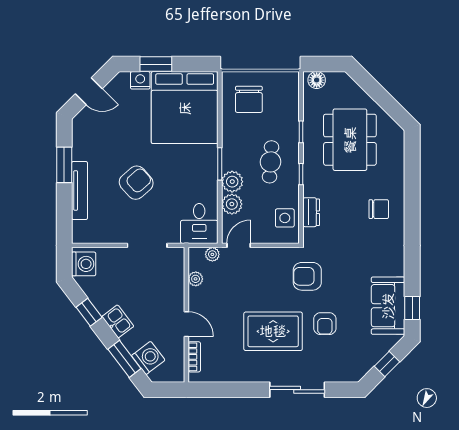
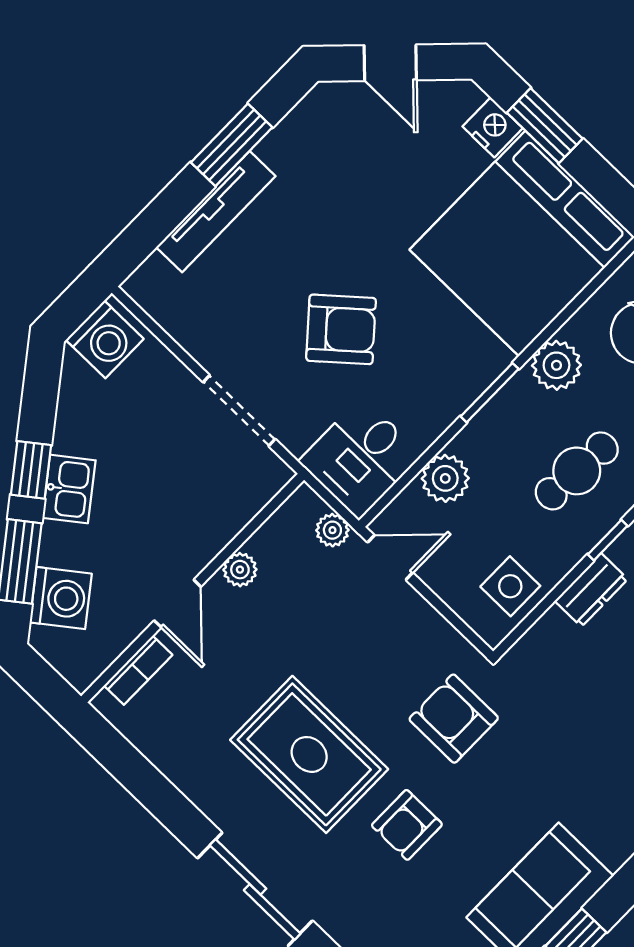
plant: (232, 182) -> (556, 365), moved
armchair: (136, 183) -> (341, 329), moved
dresser: (311, 212) -> (591, 590), moved
plant: (196, 279) -> (240, 570), moved
window: (89, 312) -> (31, 470), moved

